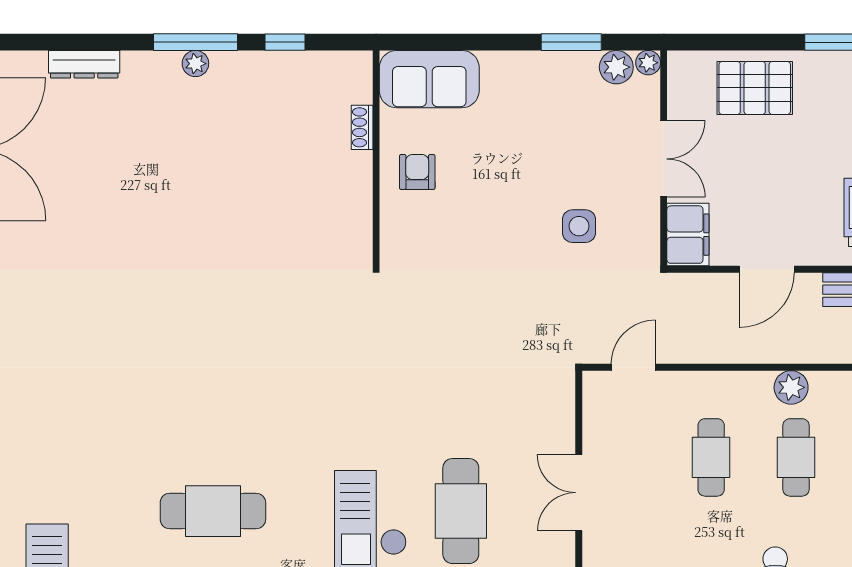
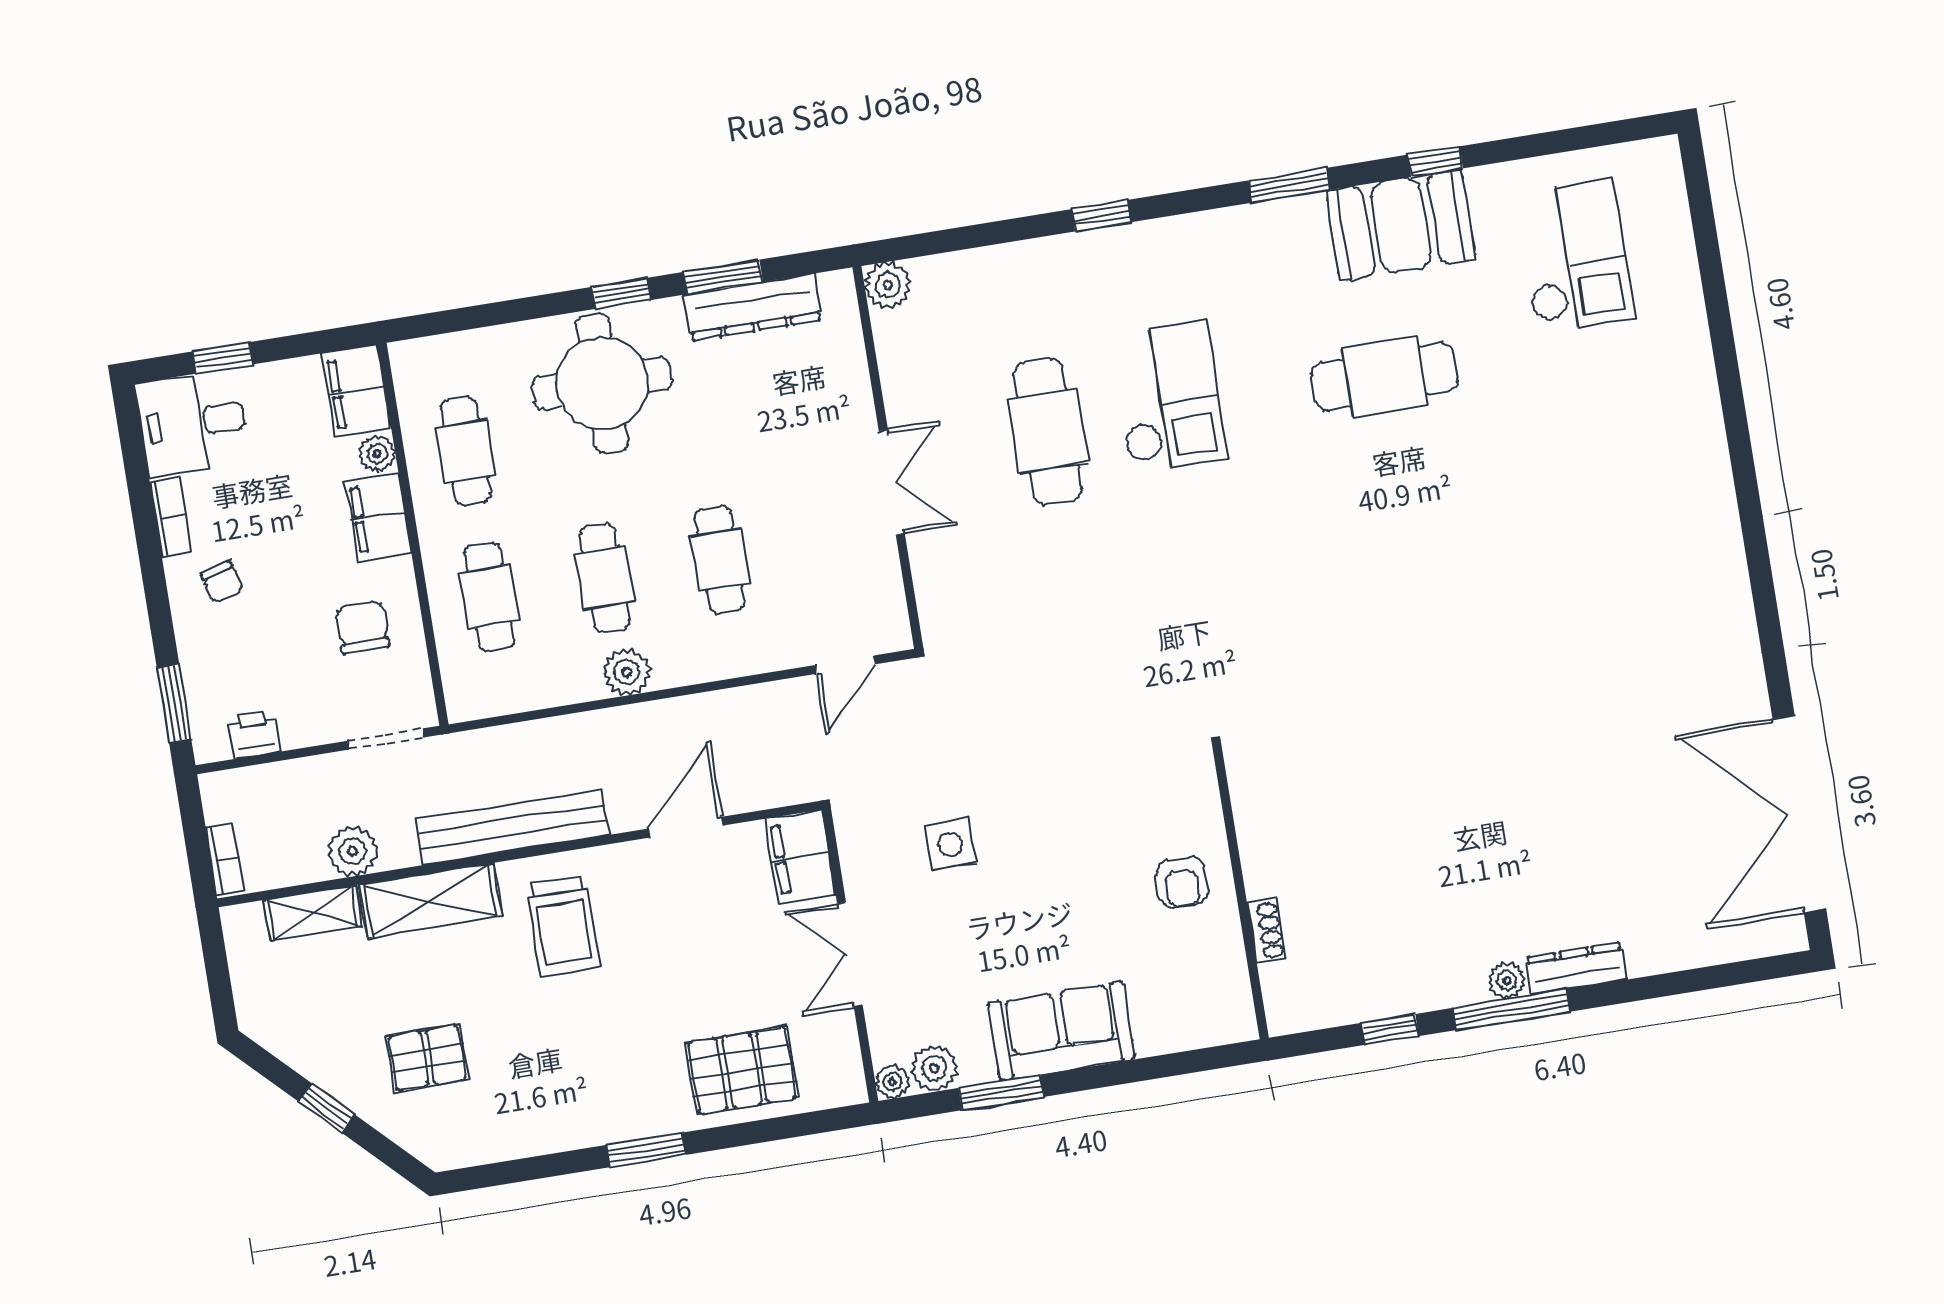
dresser: (84, 64) -> (1576, 969), moved
sofa: (429, 79) -> (1061, 1031), moved

